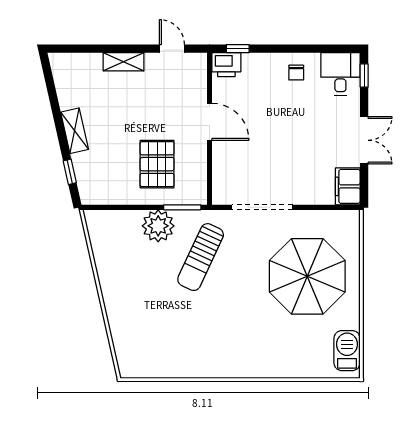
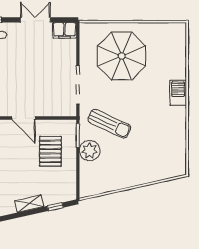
door: (209, 122) -> (24, 118), swing flipped
pallet: (157, 164) -> (50, 151), turned 90
barbecue: (347, 351) -> (178, 93), moved, turned 90

